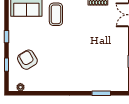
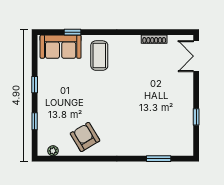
armchair: (27, 60) -> (85, 137), moved

